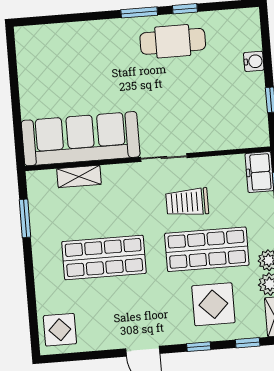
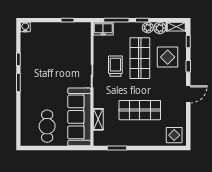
cafe table: (173, 41) -> (47, 126), moved
water cooler: (254, 61) -> (25, 27), moved
trolley: (187, 202) -> (115, 66), turned 180
shop shelf: (104, 257) -> (140, 110), turned 90

